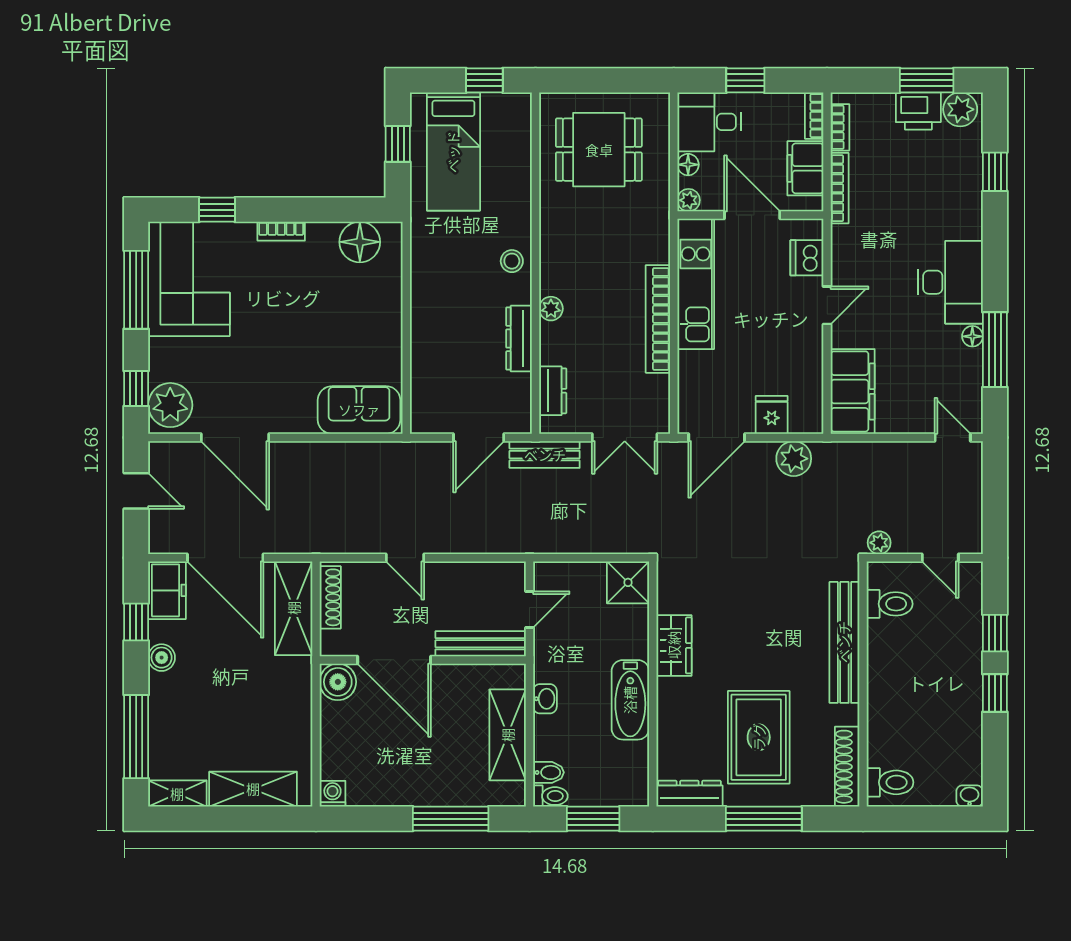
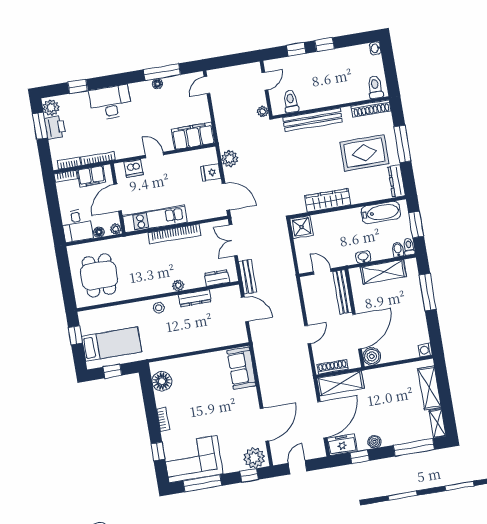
window: (745, 80) -> (54, 212), removed
desk: (950, 282) -> (110, 102), moved
double door: (625, 438) -> (233, 240), swing flipped
wardrobe: (674, 645) -> (328, 200), width x1.50
bathtub: (630, 700) -> (381, 212), moved

